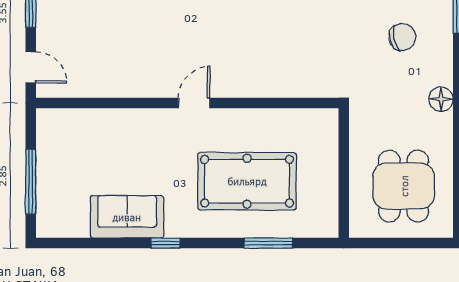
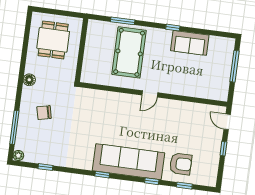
pool table: (247, 181) -> (129, 52), turned 90

